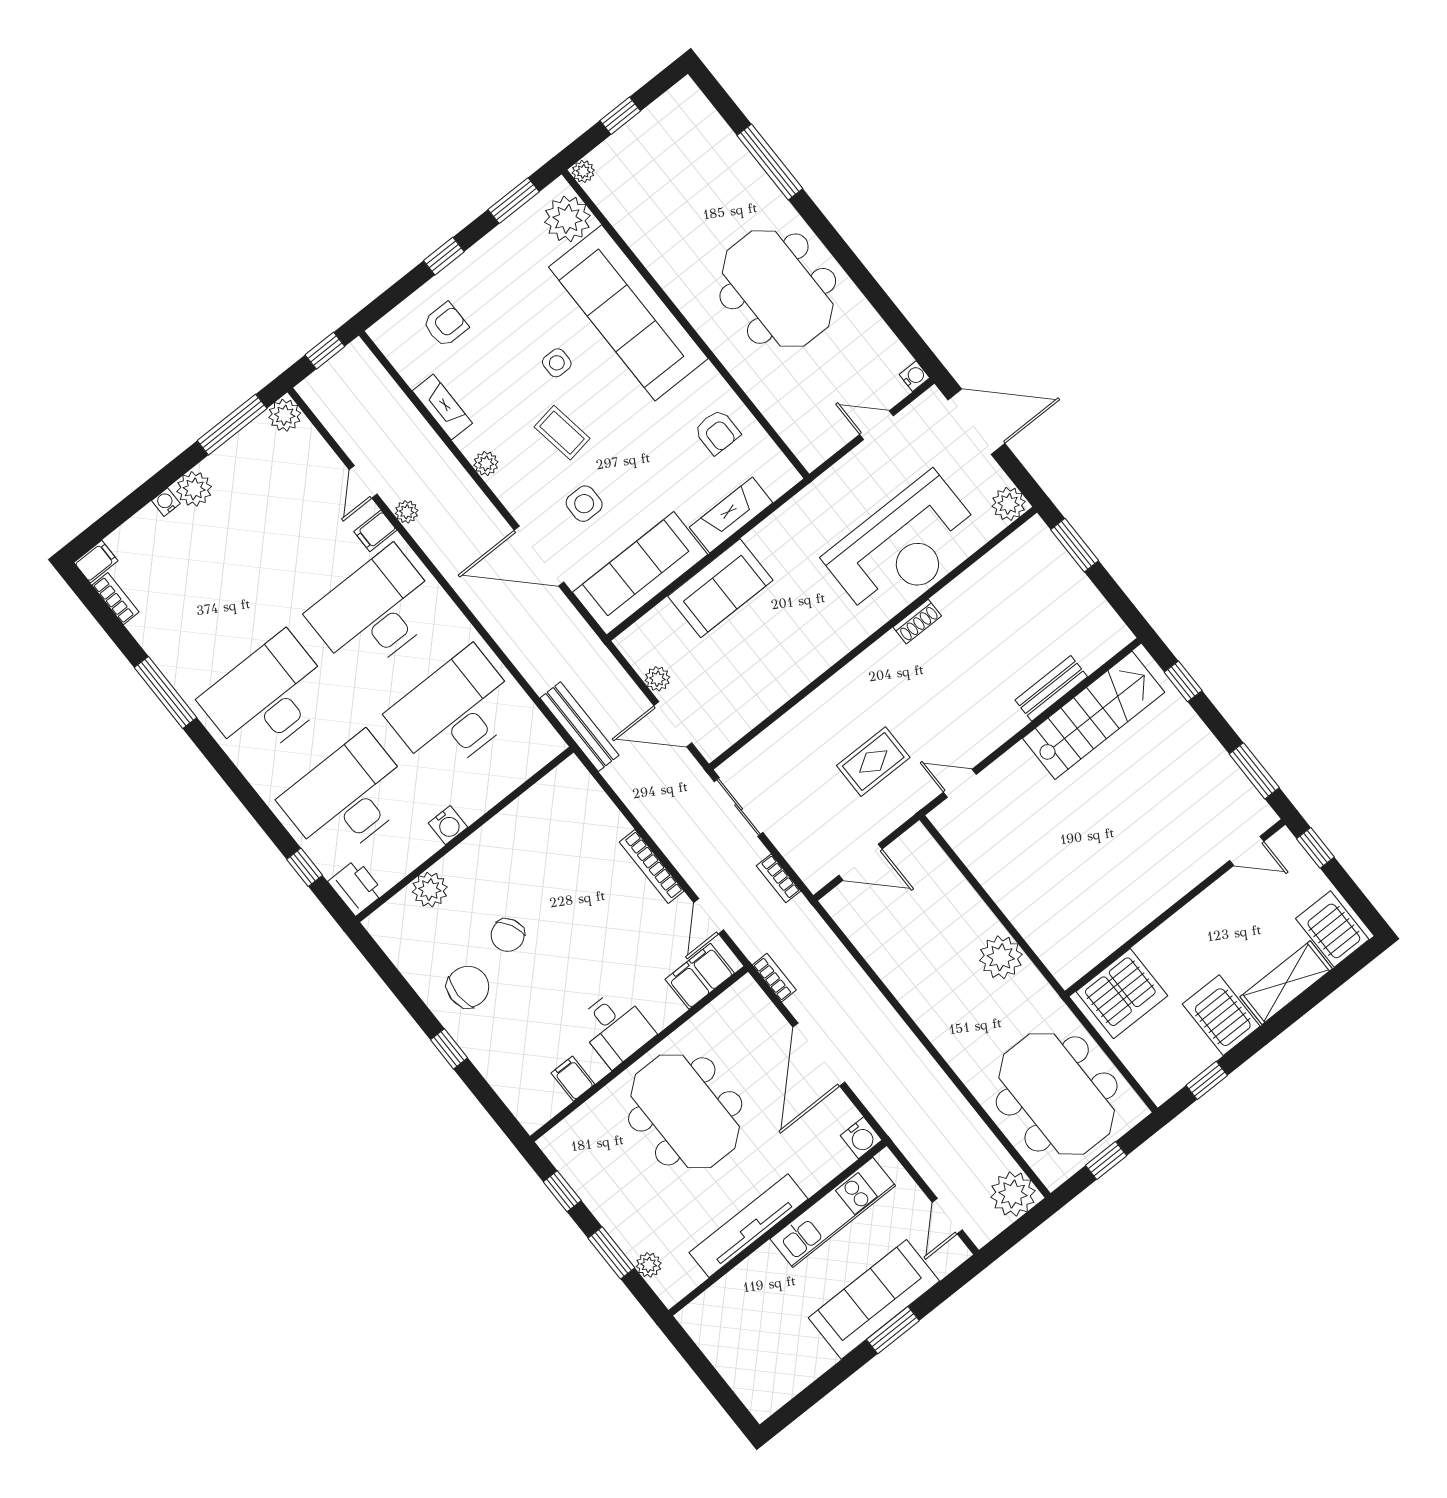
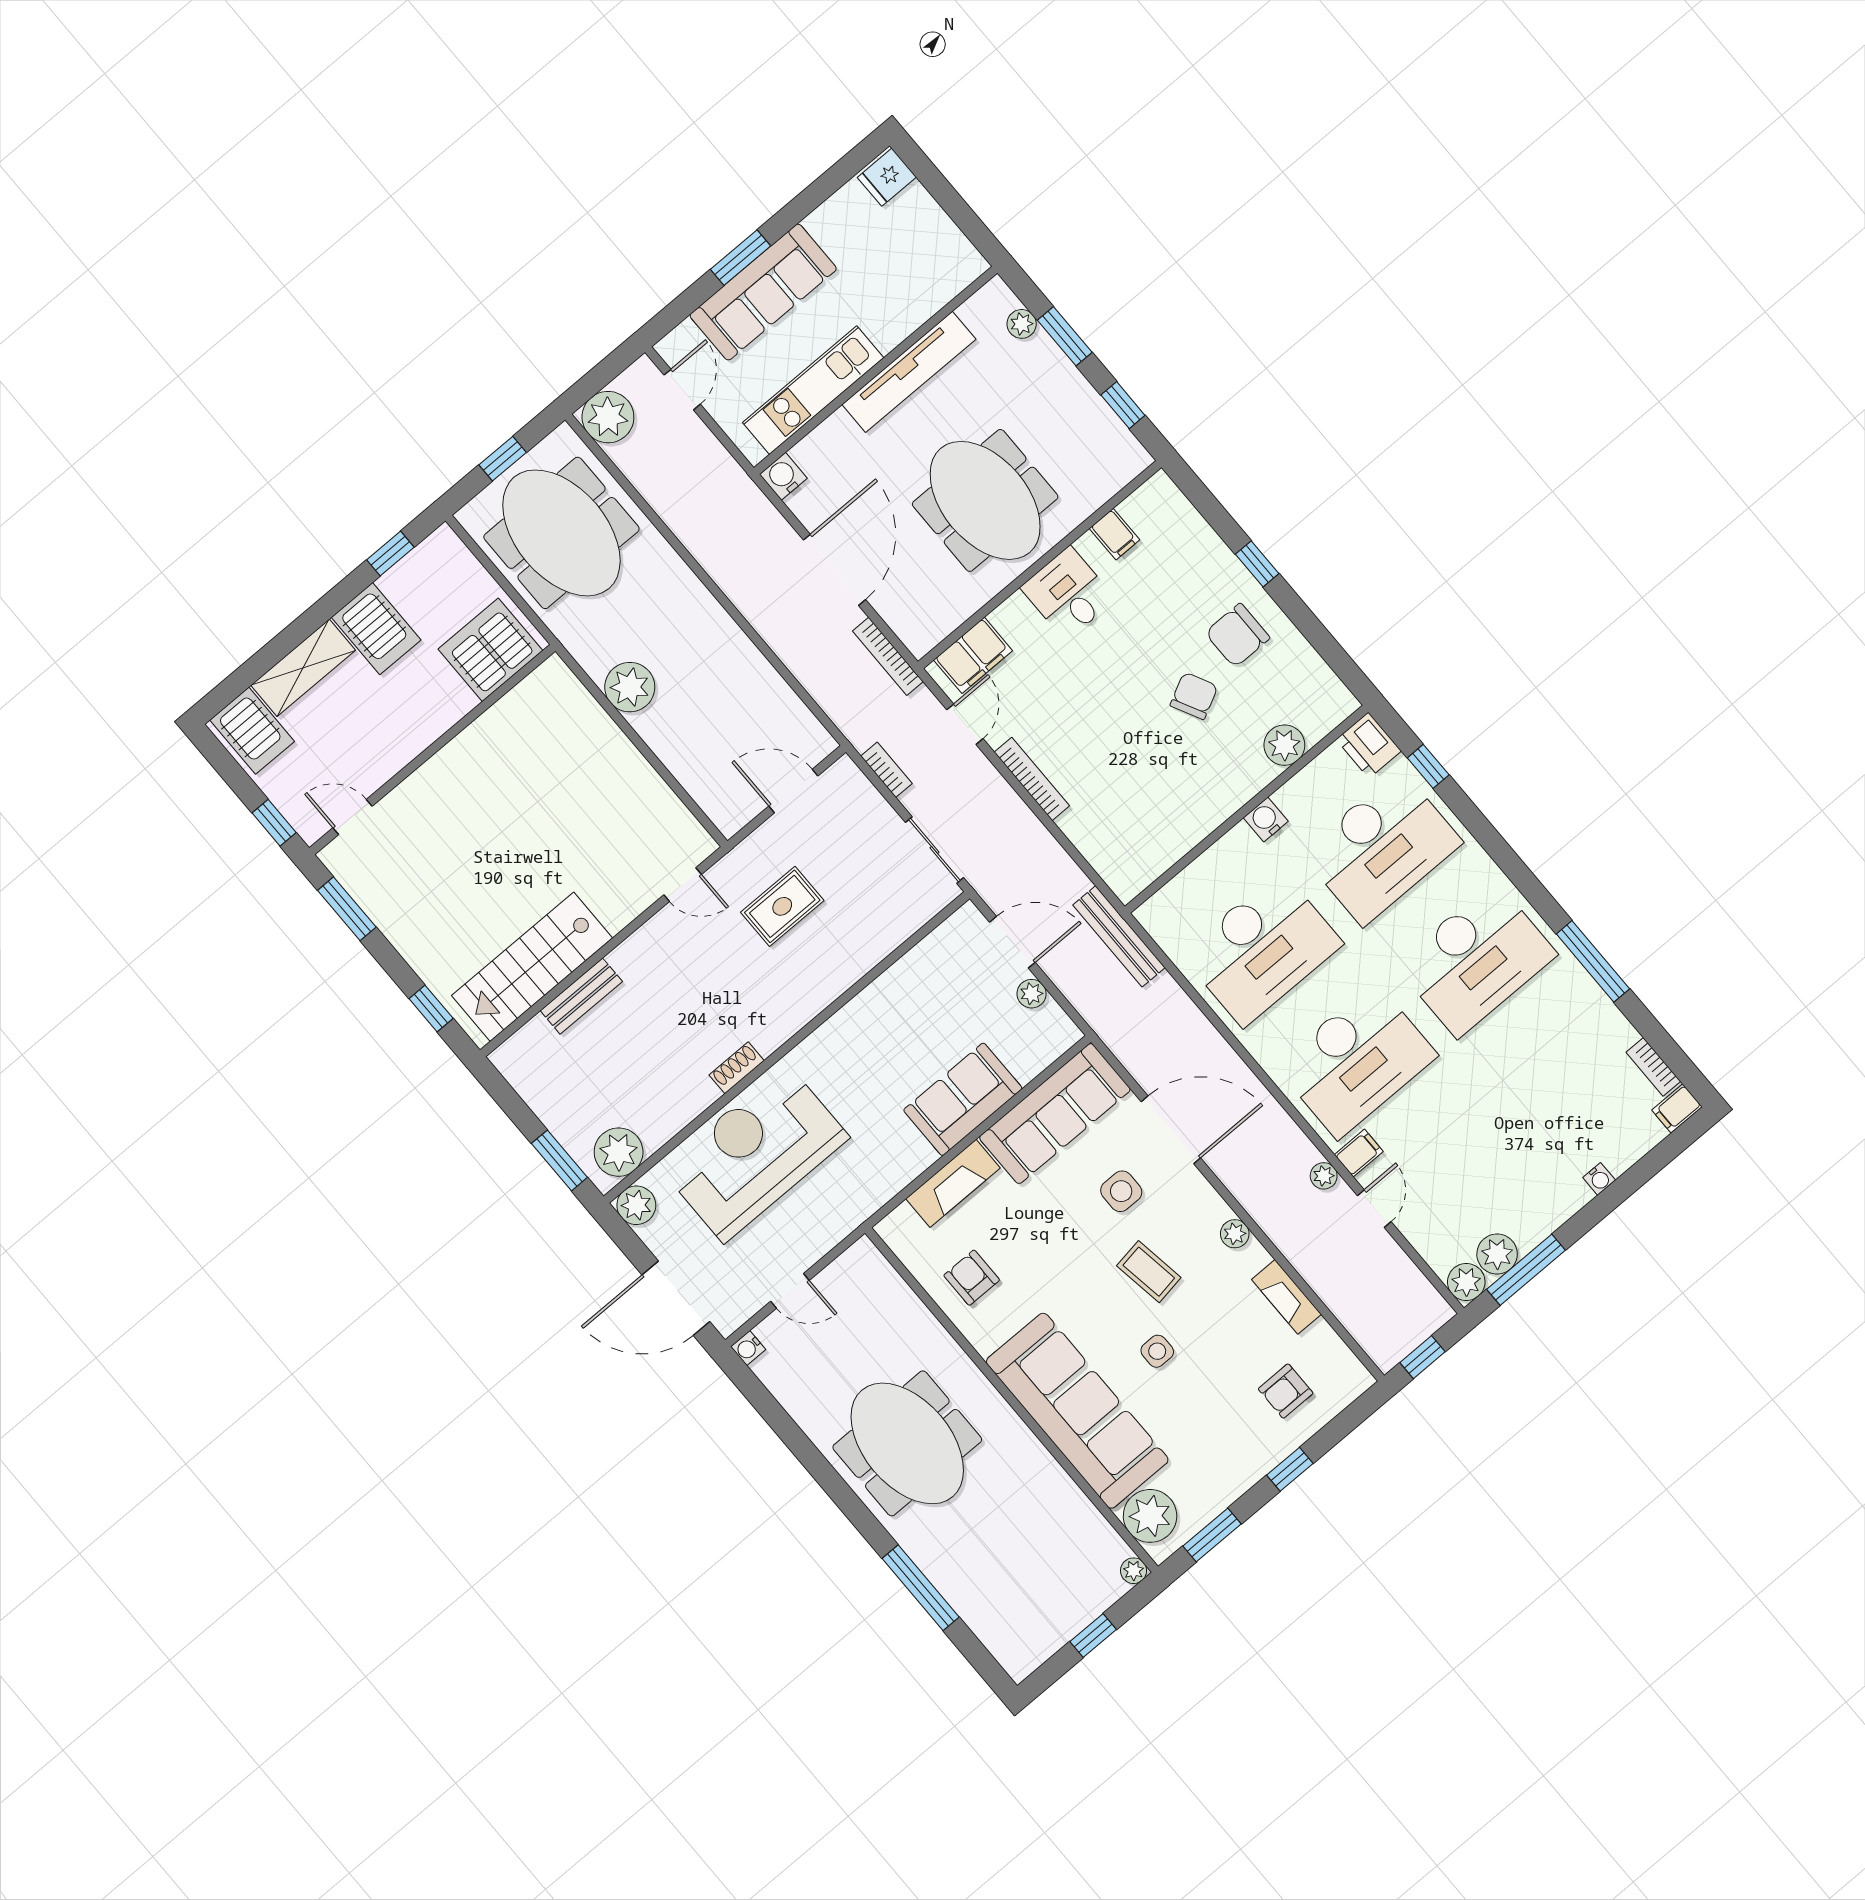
plant: (194, 489) -> (1497, 1254), moved
plant: (1023, 551) -> (619, 1152), added
bookcase: (774, 978) -> (888, 656), width x1.56
fridge: (763, 1397) -> (887, 177), added

